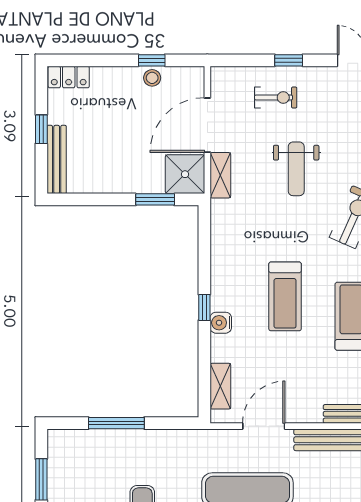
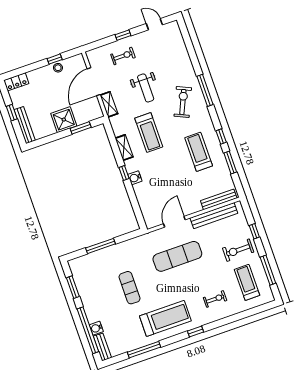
shower: (185, 174) -> (64, 120), moved
treadmill: (285, 296) -> (149, 132), moved
shelving: (220, 386) -> (124, 148), moved

